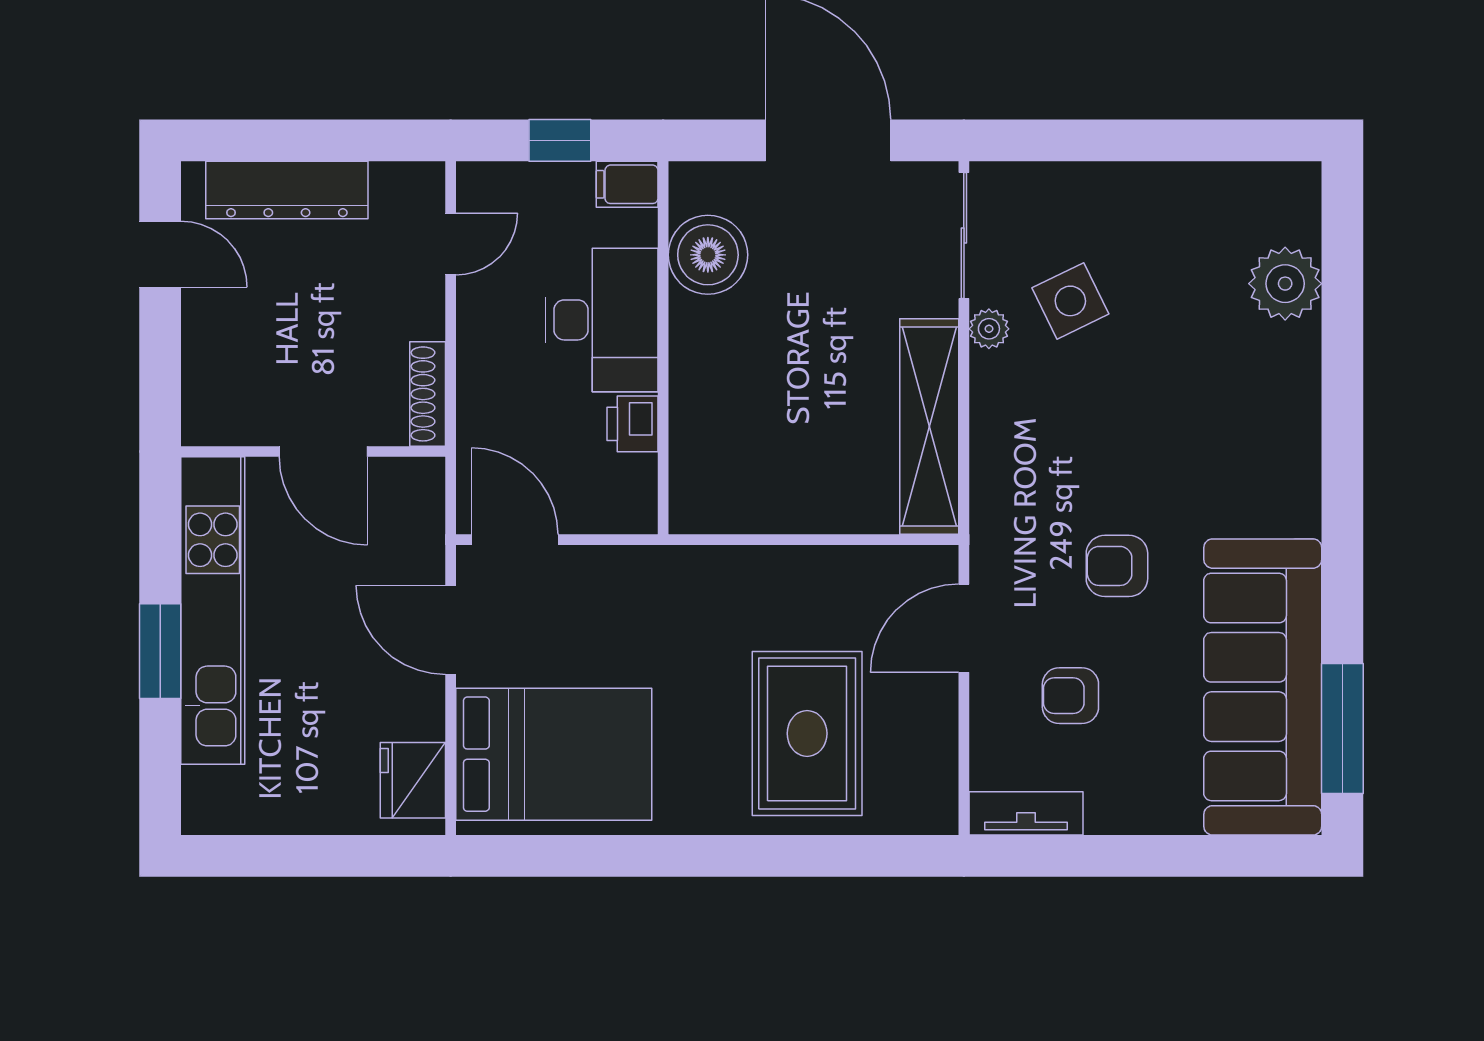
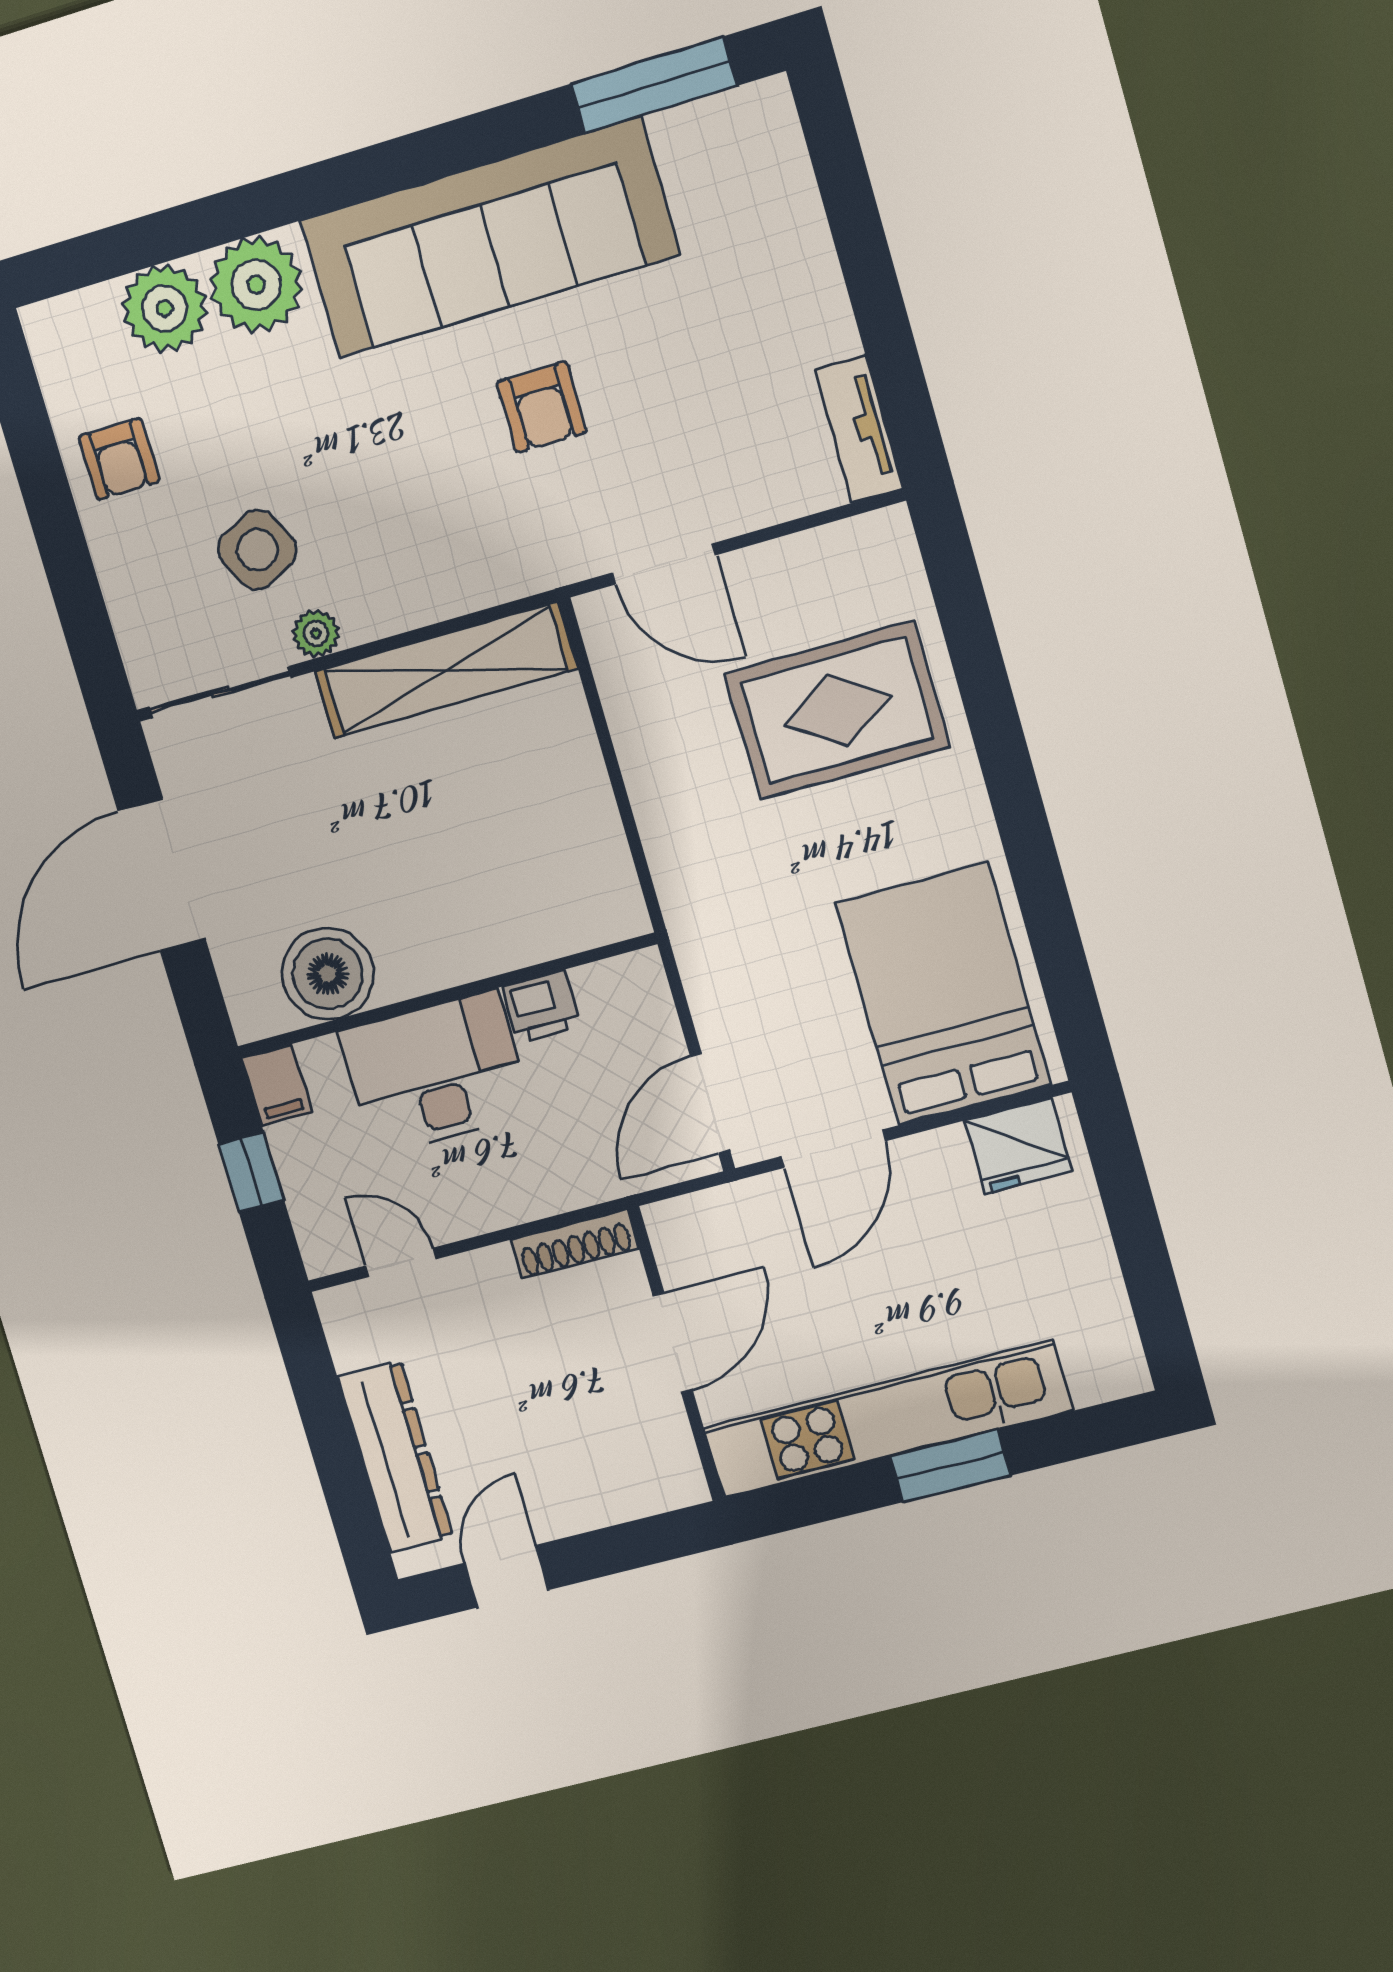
plant: (1282, 364) -> (256, 285), added
sofa: (1263, 687) -> (489, 238), moved
armchair: (1070, 696) -> (119, 459), moved

